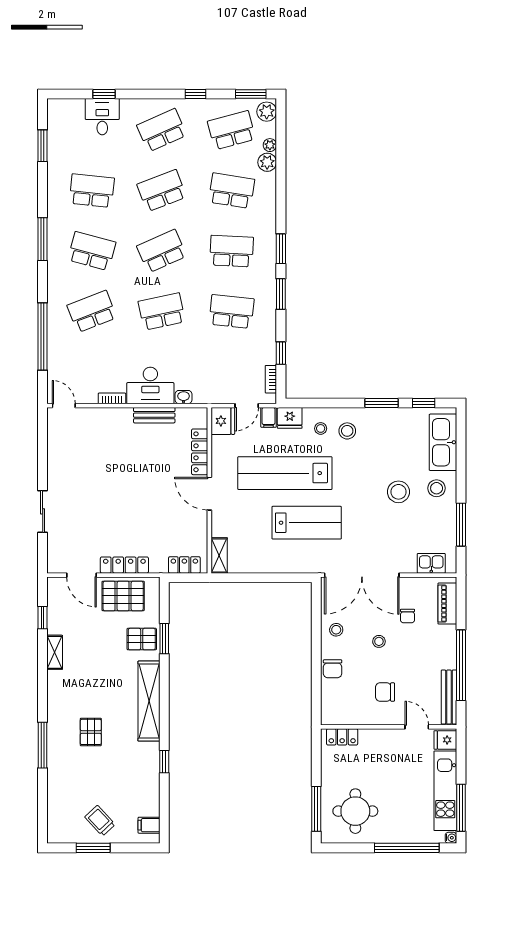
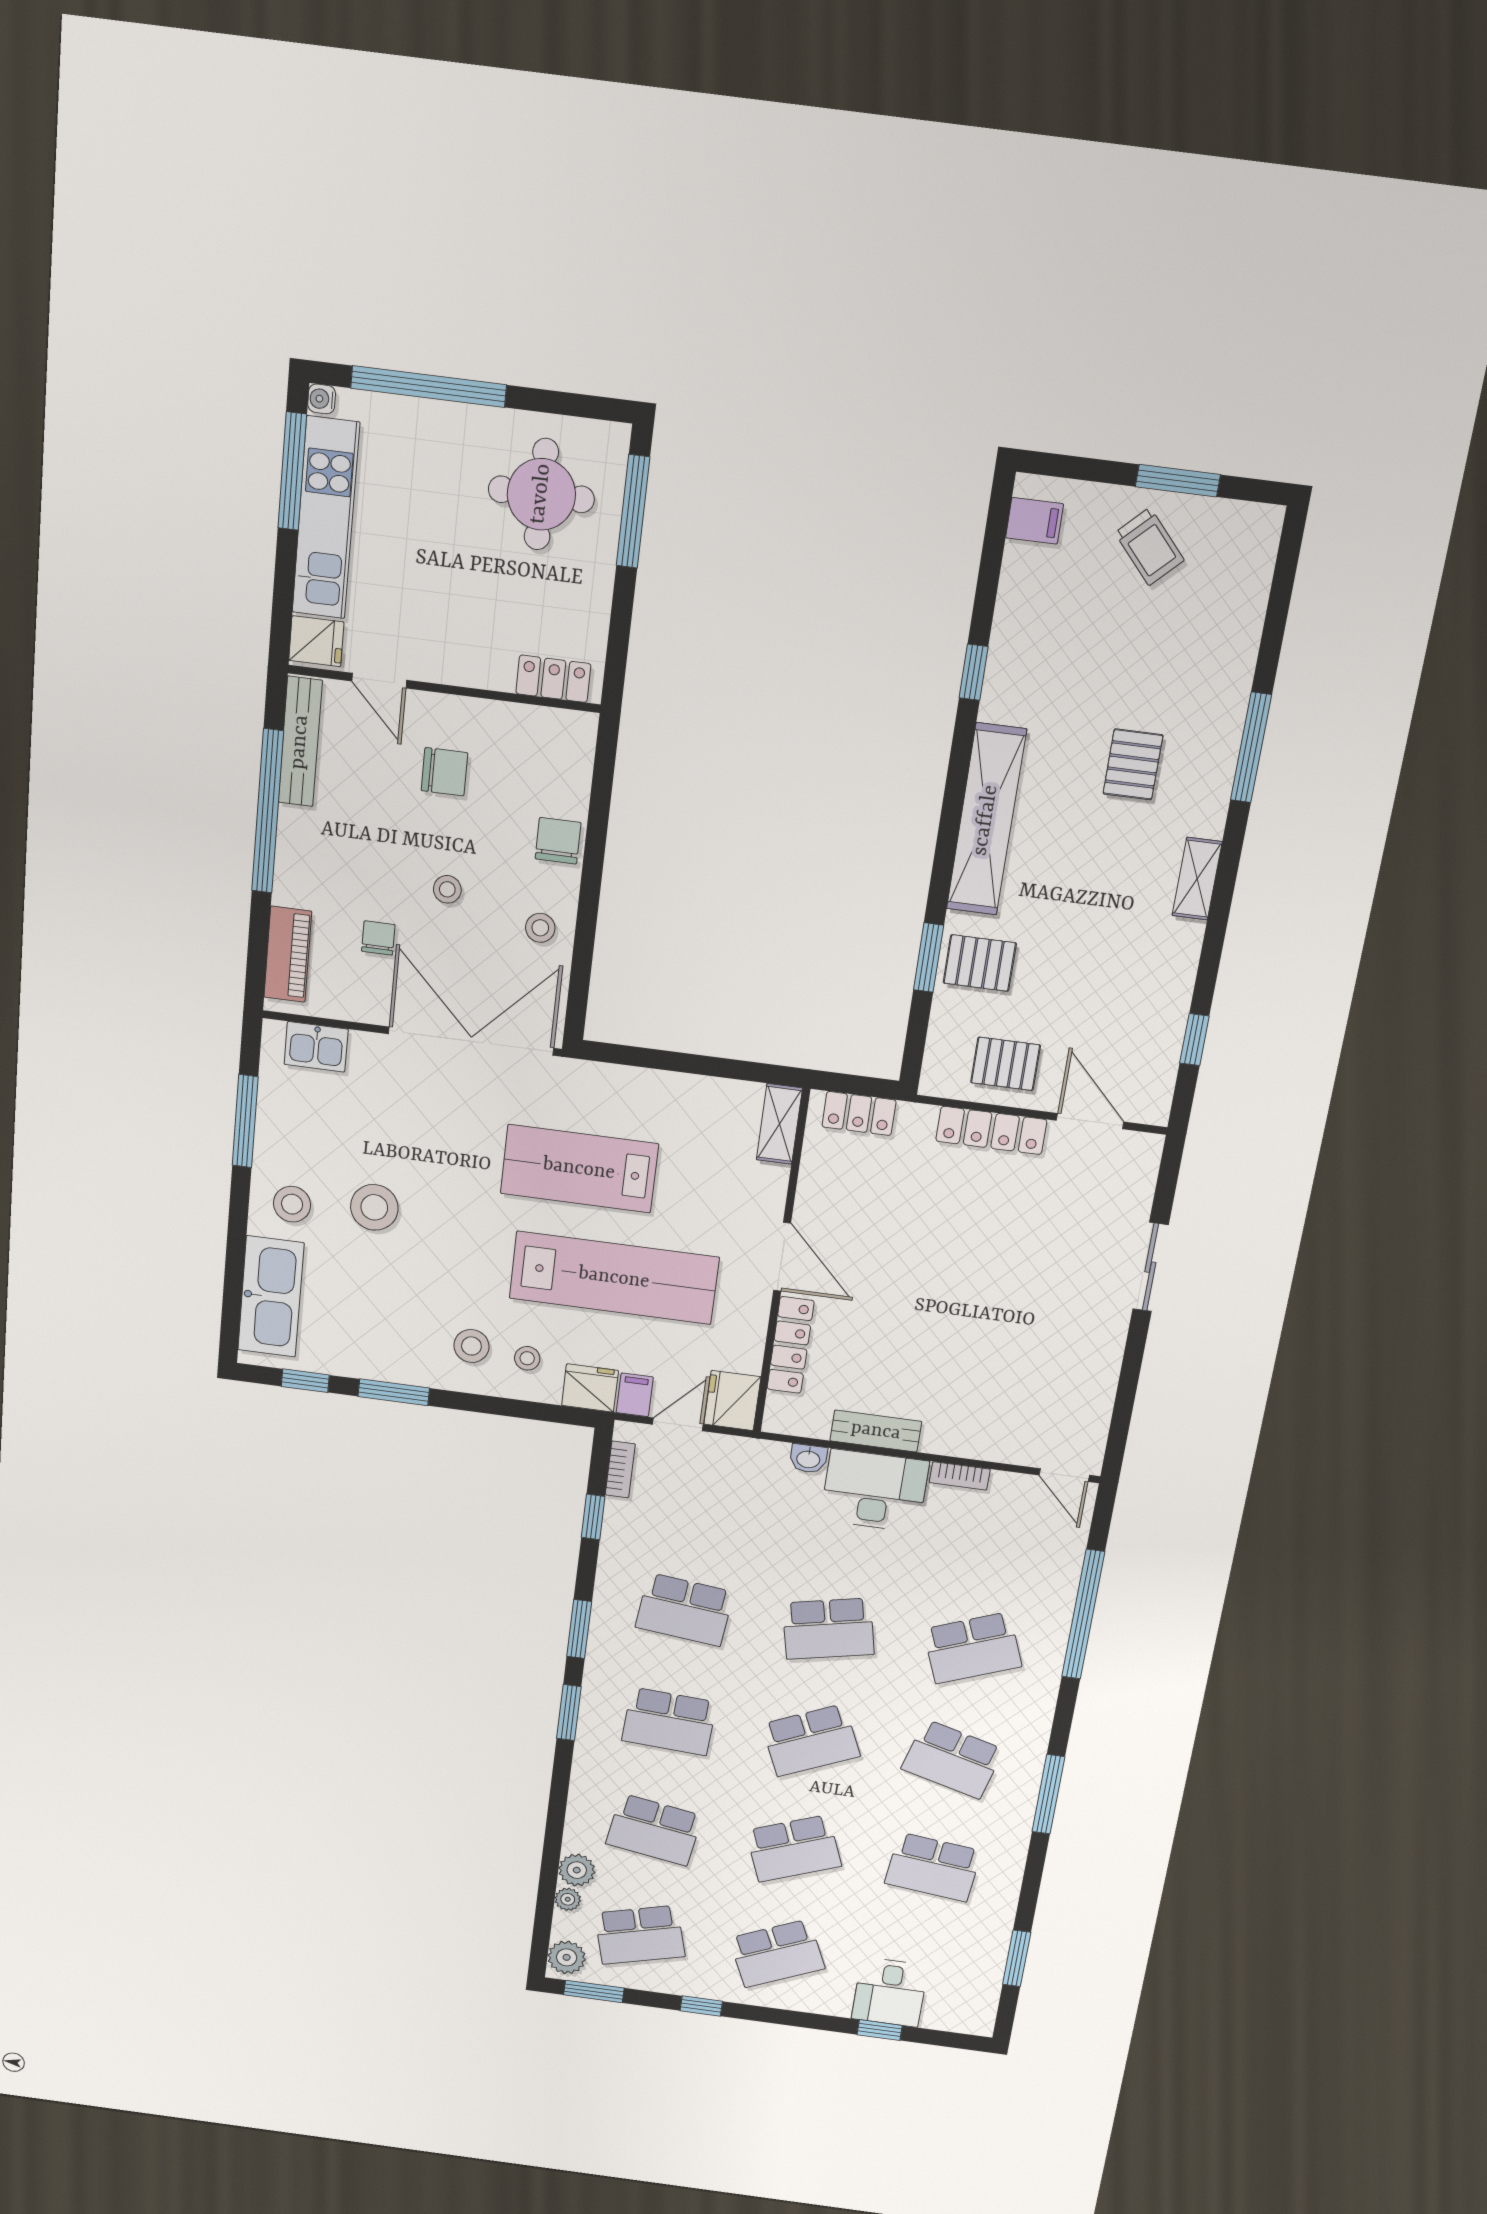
pallet: (123, 596) -> (1006, 1064), width x0.67, depth x0.71
shelving: (55, 652) -> (1197, 879), moved

